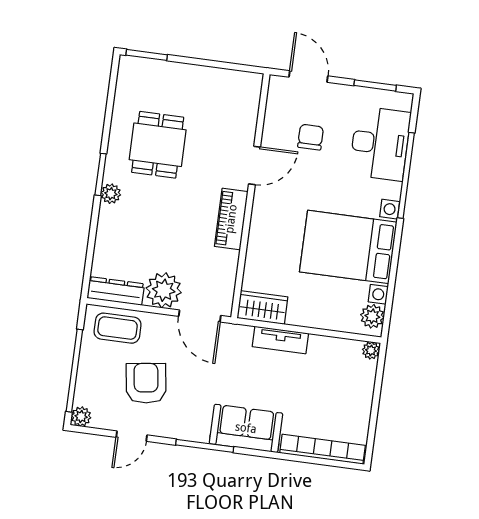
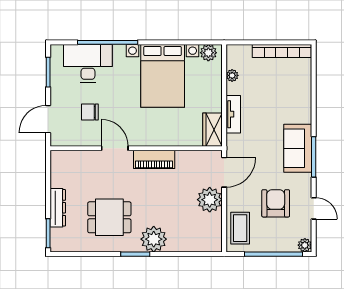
plant: (111, 194) -> (154, 239), width x1.88, depth x1.88
dresser: (116, 291) -> (58, 208), moved, turned 180
plant: (371, 350) -> (232, 75), moved
armchair: (146, 383) -> (276, 203), turned 98
sofa: (246, 428) -> (298, 148), moved
bookcase: (322, 449) -> (282, 51), moved, turned -90

